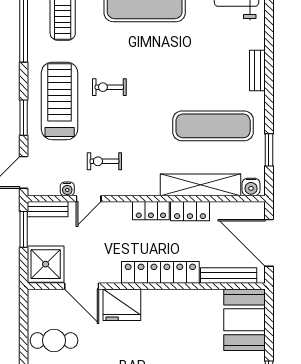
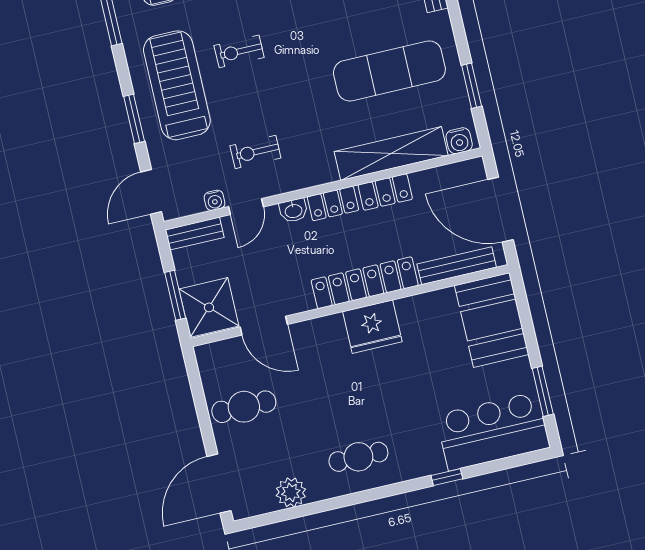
washbasin: (122, 209) -> (293, 210), added
window: (24, 229) -> (175, 295), moved
fridge: (122, 305) -> (372, 327), moved

